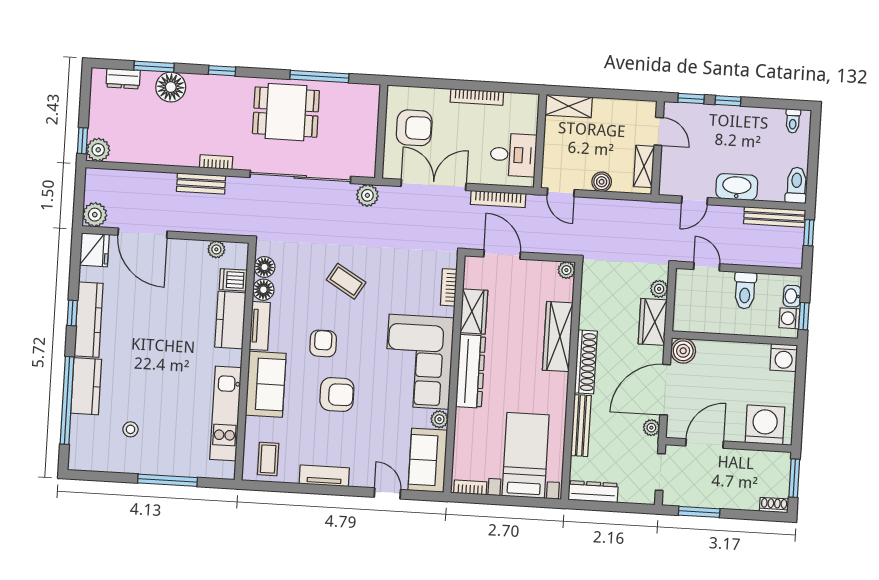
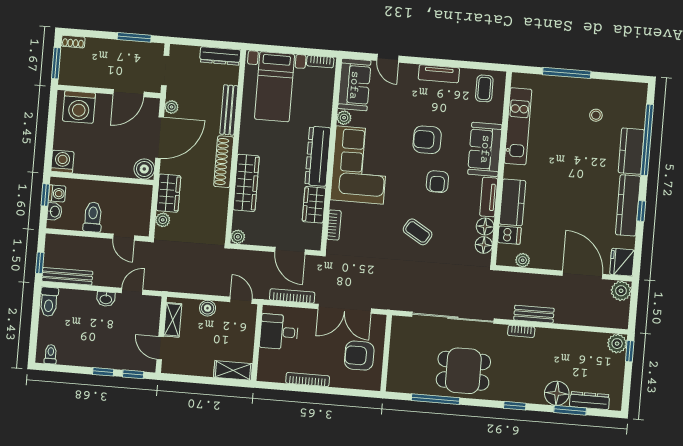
dresser: (123, 79) -> (590, 401), width x1.44
washbasin: (737, 187) -> (106, 299), width x0.52, depth x0.69
plant: (367, 195) -> (399, 301), removed

